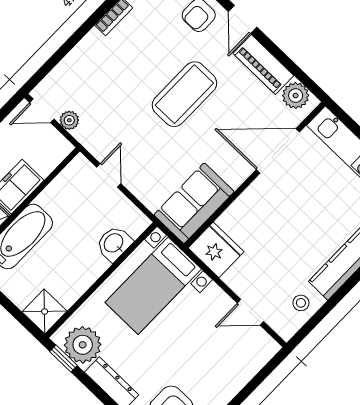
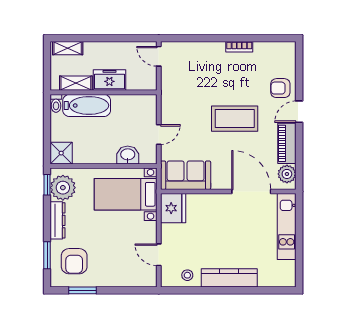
plant: (69, 120) -> (167, 74), removed
door: (109, 175) -> (159, 134), moved

